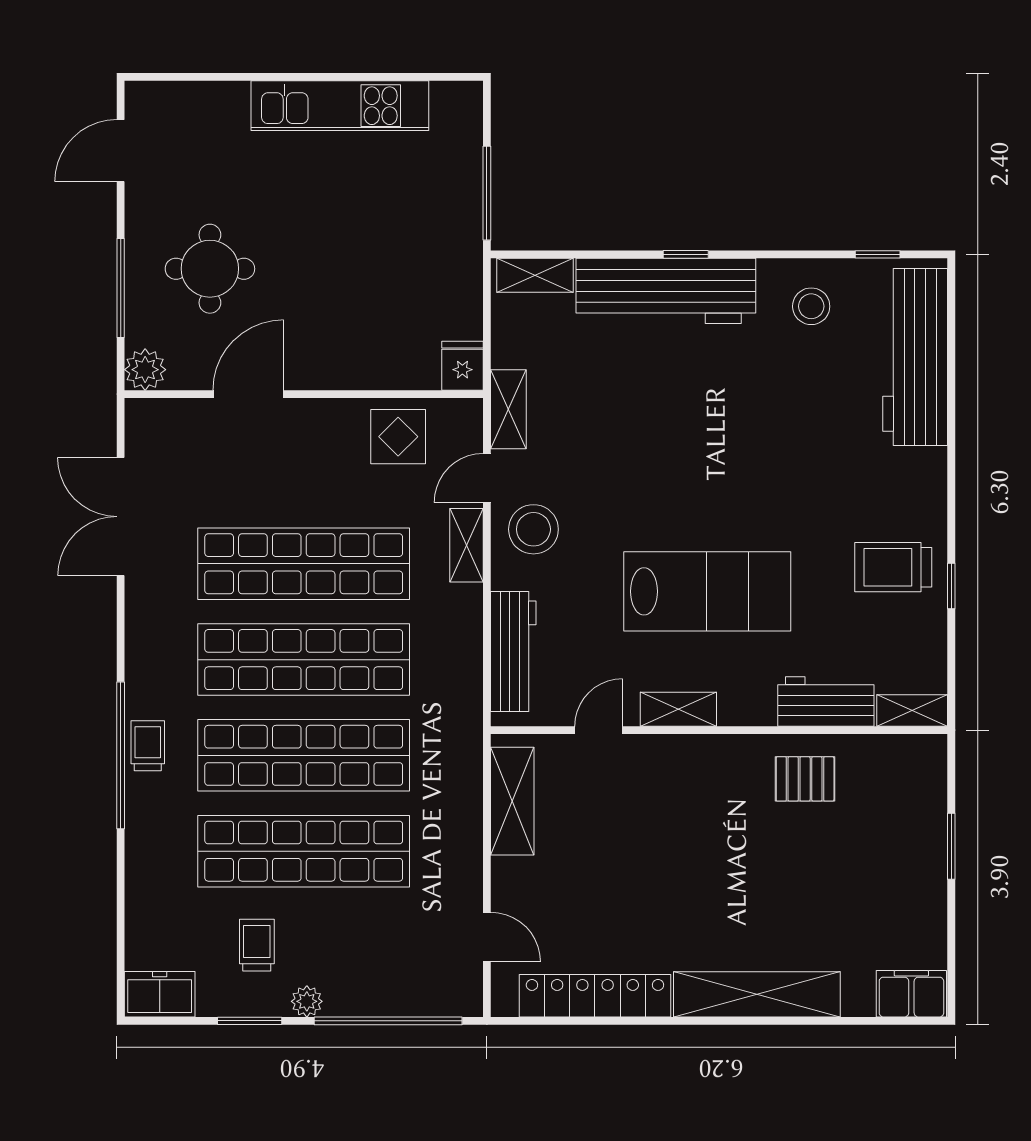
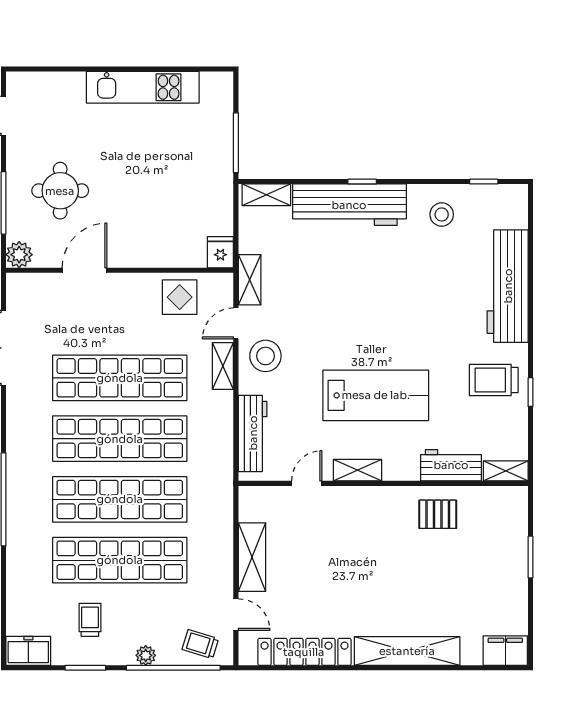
workbench: (915, 357) -> (508, 286), moved
trolley: (148, 746) -> (200, 644), moved, turned -73
shelving: (512, 801) -> (252, 557), moved
plant: (307, 1001) -> (146, 655), moved

